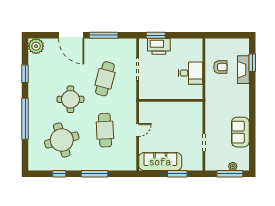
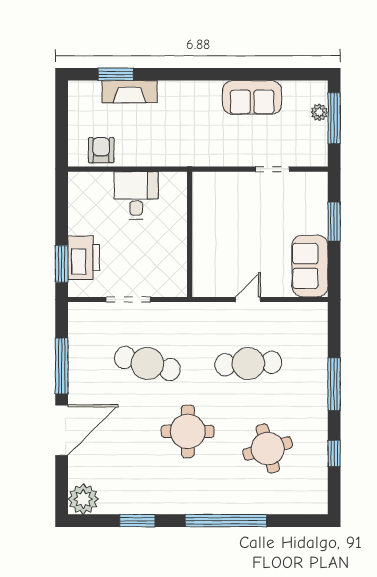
armchair: (220, 67) -> (101, 150), moved
door: (138, 130) -> (248, 299), hinge flipped
round table: (62, 140) -> (268, 448), width x0.73, depth x0.73
sofa: (160, 162) -> (310, 266), width x0.73

